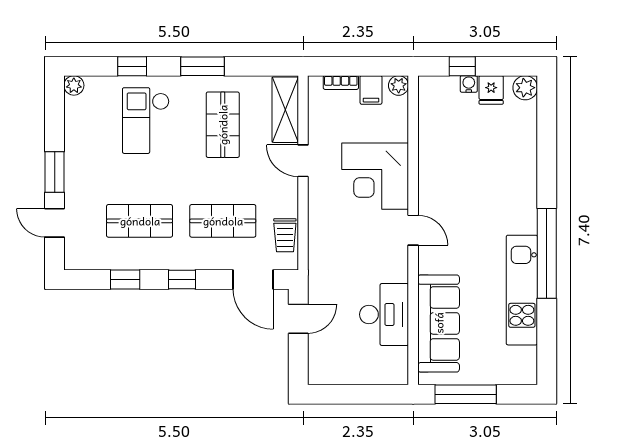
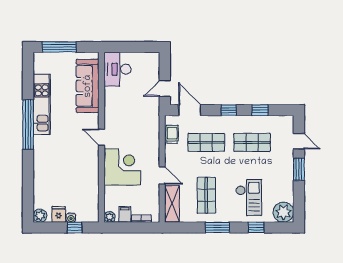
plant: (74, 85) -> (284, 212), width x1.87, depth x1.87
desk: (384, 314) -> (118, 69), moved
window: (466, 394) -> (59, 47), moved

